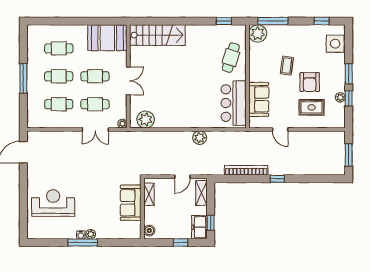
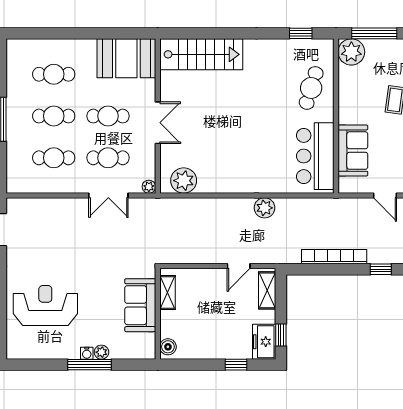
shelving: (149, 194) -> (167, 293), moved
sofa: (131, 203) -> (140, 305), moved
wall: (142, 209) -> (158, 314), moved
boiler: (149, 231) -> (168, 347), moved

